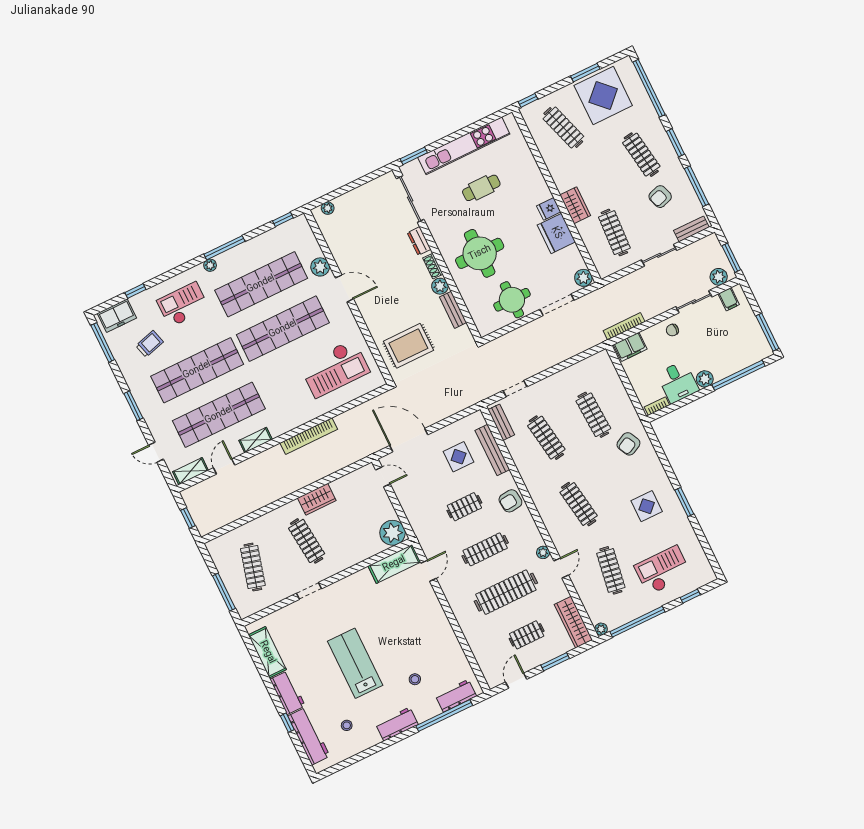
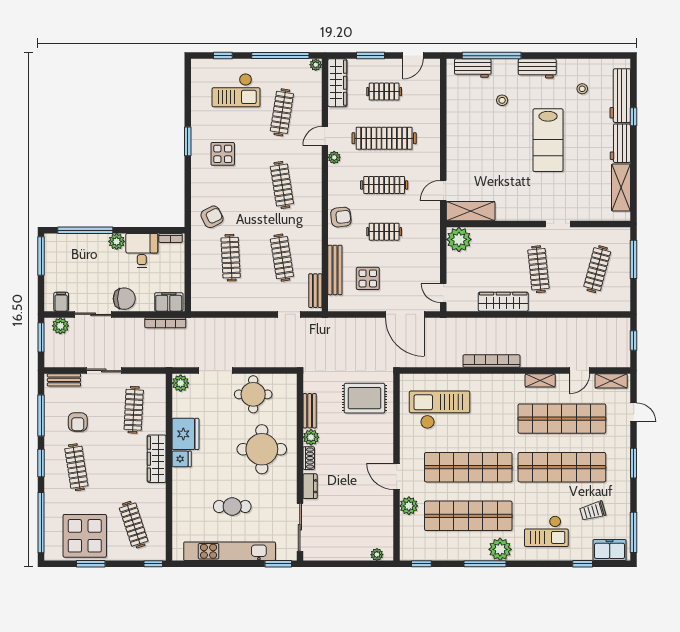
armchair: (660, 197) -> (78, 422), turned 108
wardrobe: (575, 205) -> (157, 459), width x1.50
plant: (210, 265) -> (500, 549), width x1.88, depth x1.88
chair: (672, 330) -> (124, 299), width x1.87, depth x1.87
wardrobe: (317, 499) -> (503, 302), width x1.50

